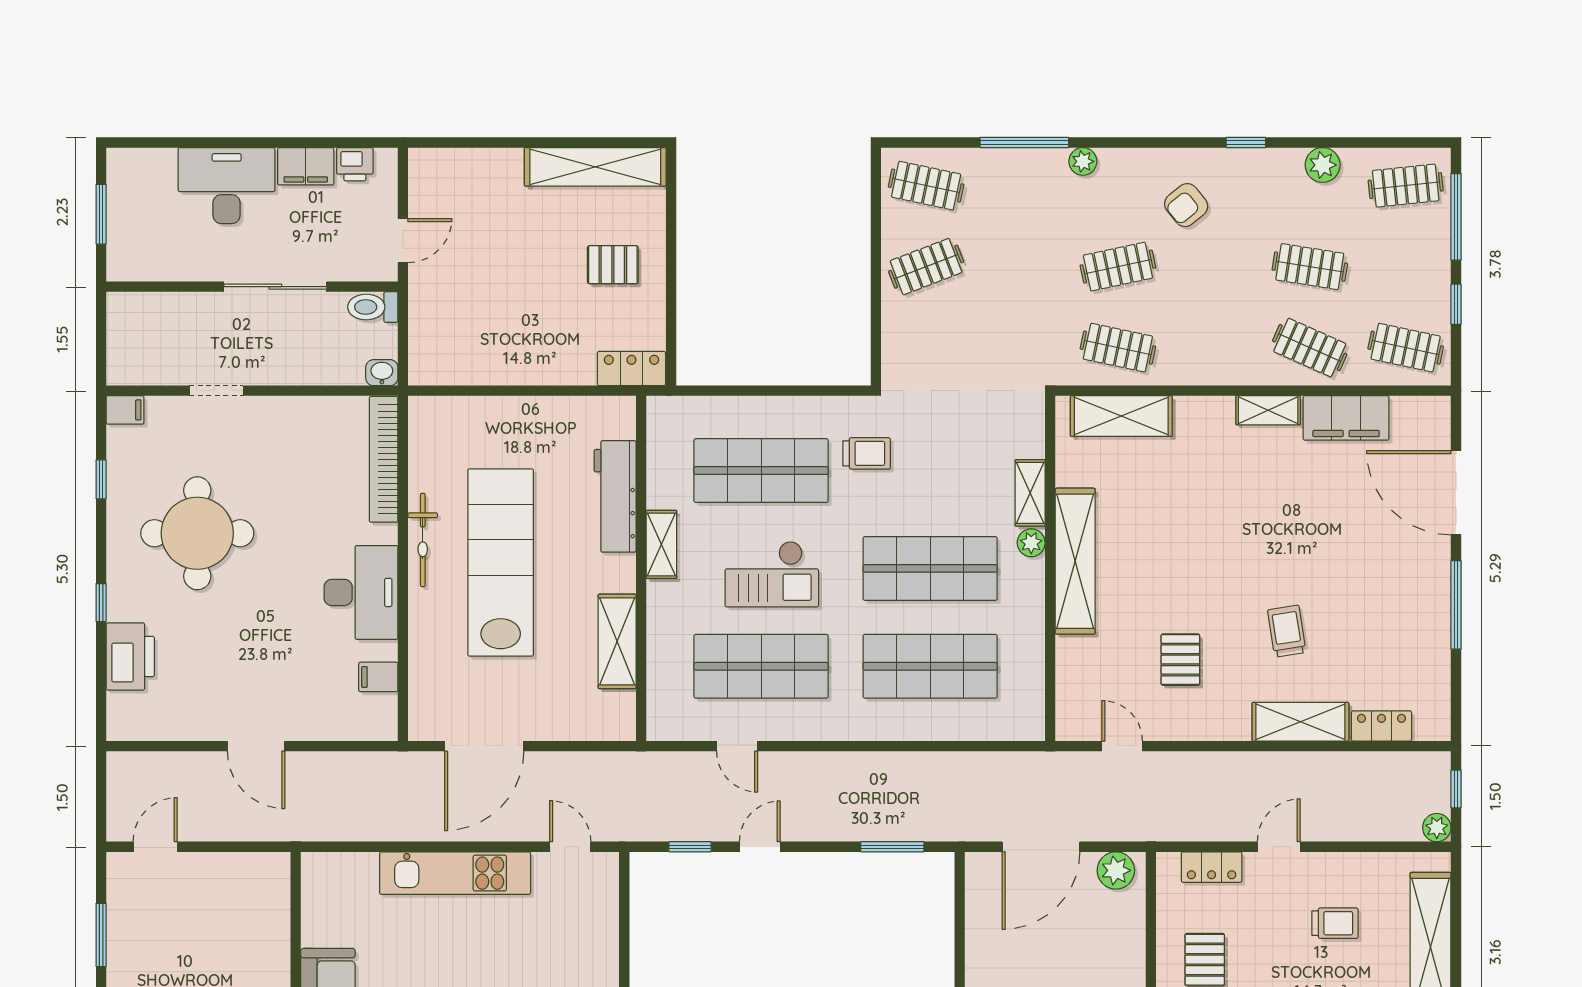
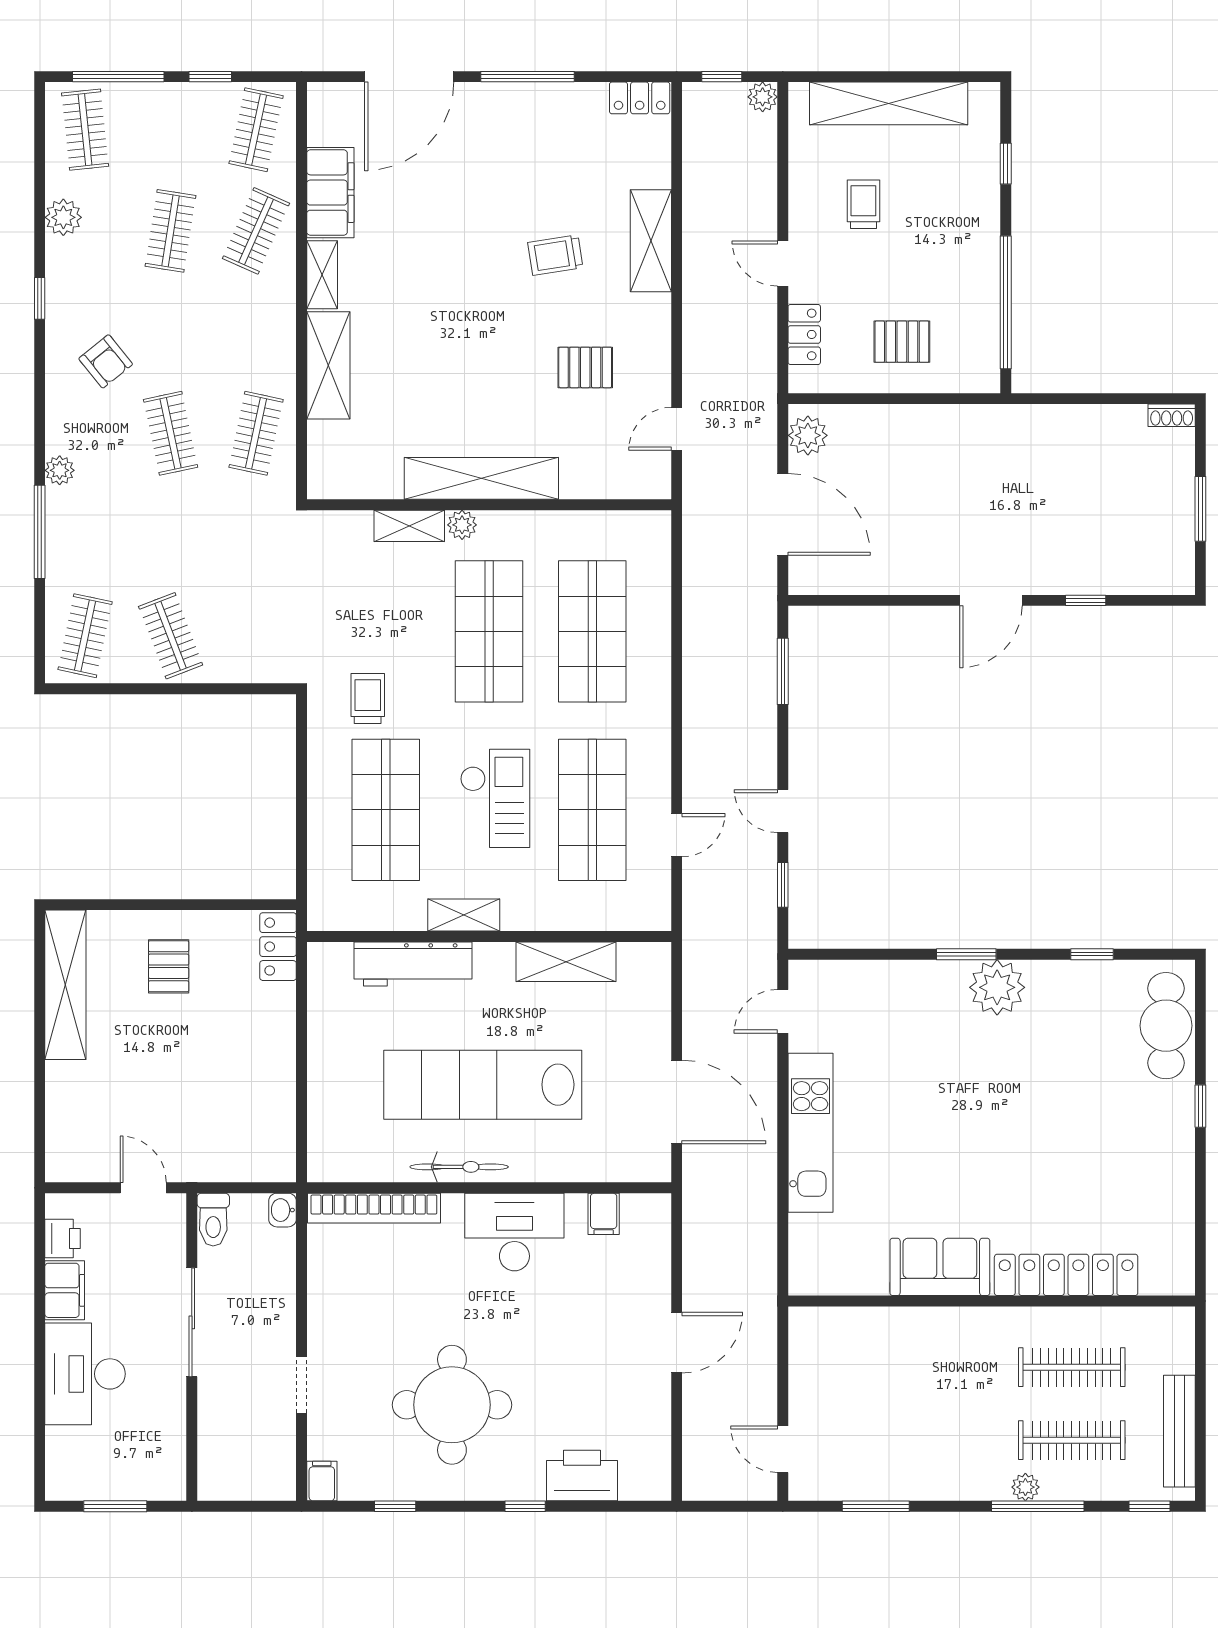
shelving: (1121, 416) -> (328, 365), moved
locker: (1381, 726) -> (640, 98), moved, turned -90

